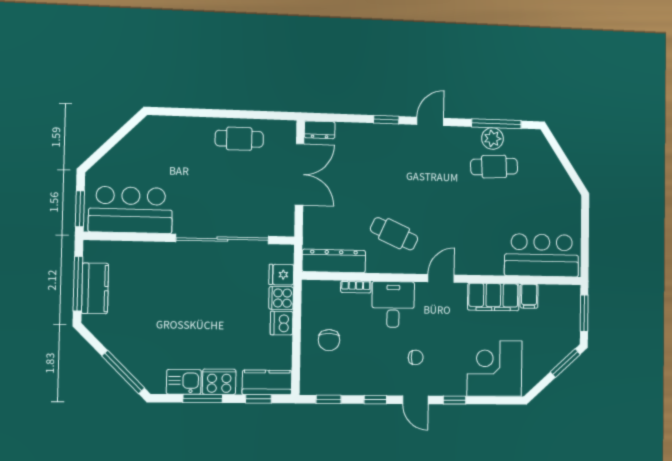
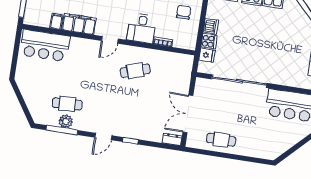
cafe table: (394, 234) -> (135, 71), turned -42
dresser: (334, 261) -> (174, 59), removed

